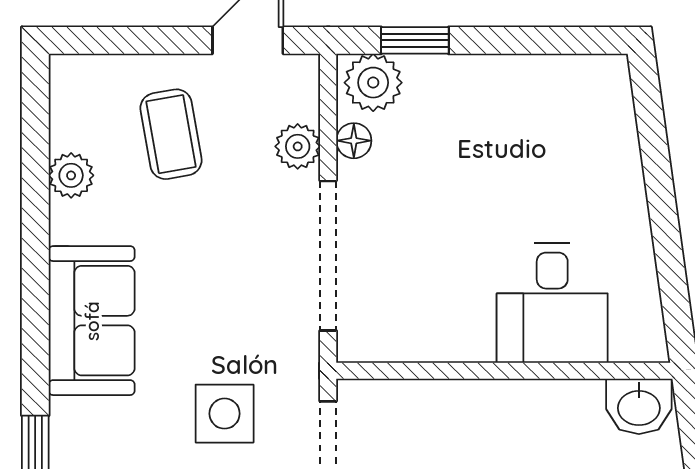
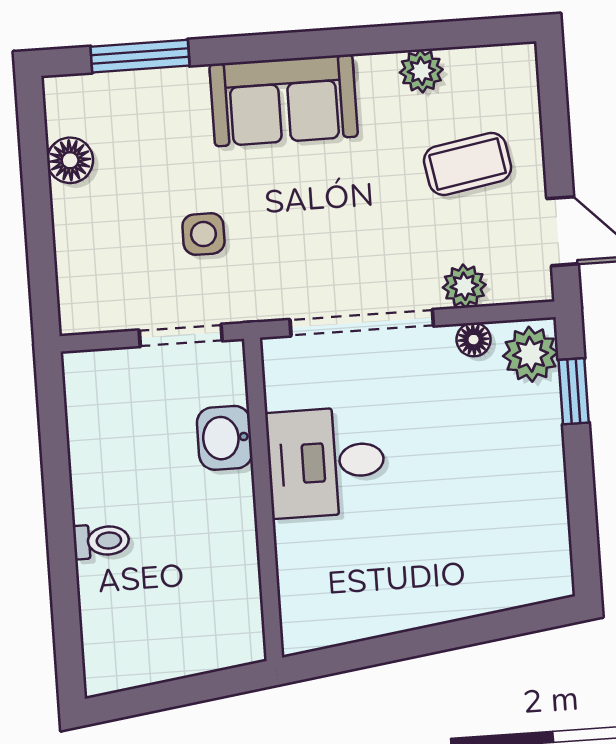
desk: (552, 303) -> (326, 462), moved
washbasin: (639, 406) -> (225, 438), moved
side table: (225, 414) -> (203, 234), width x0.73, depth x0.73

